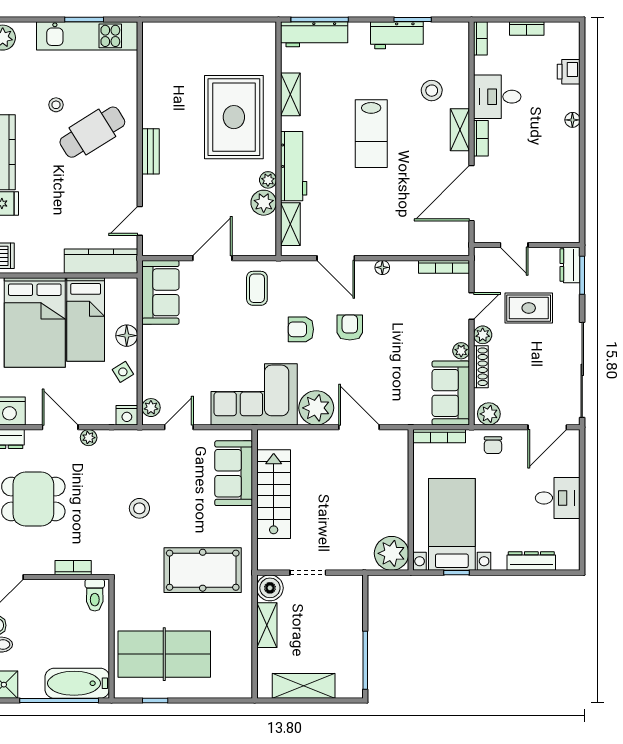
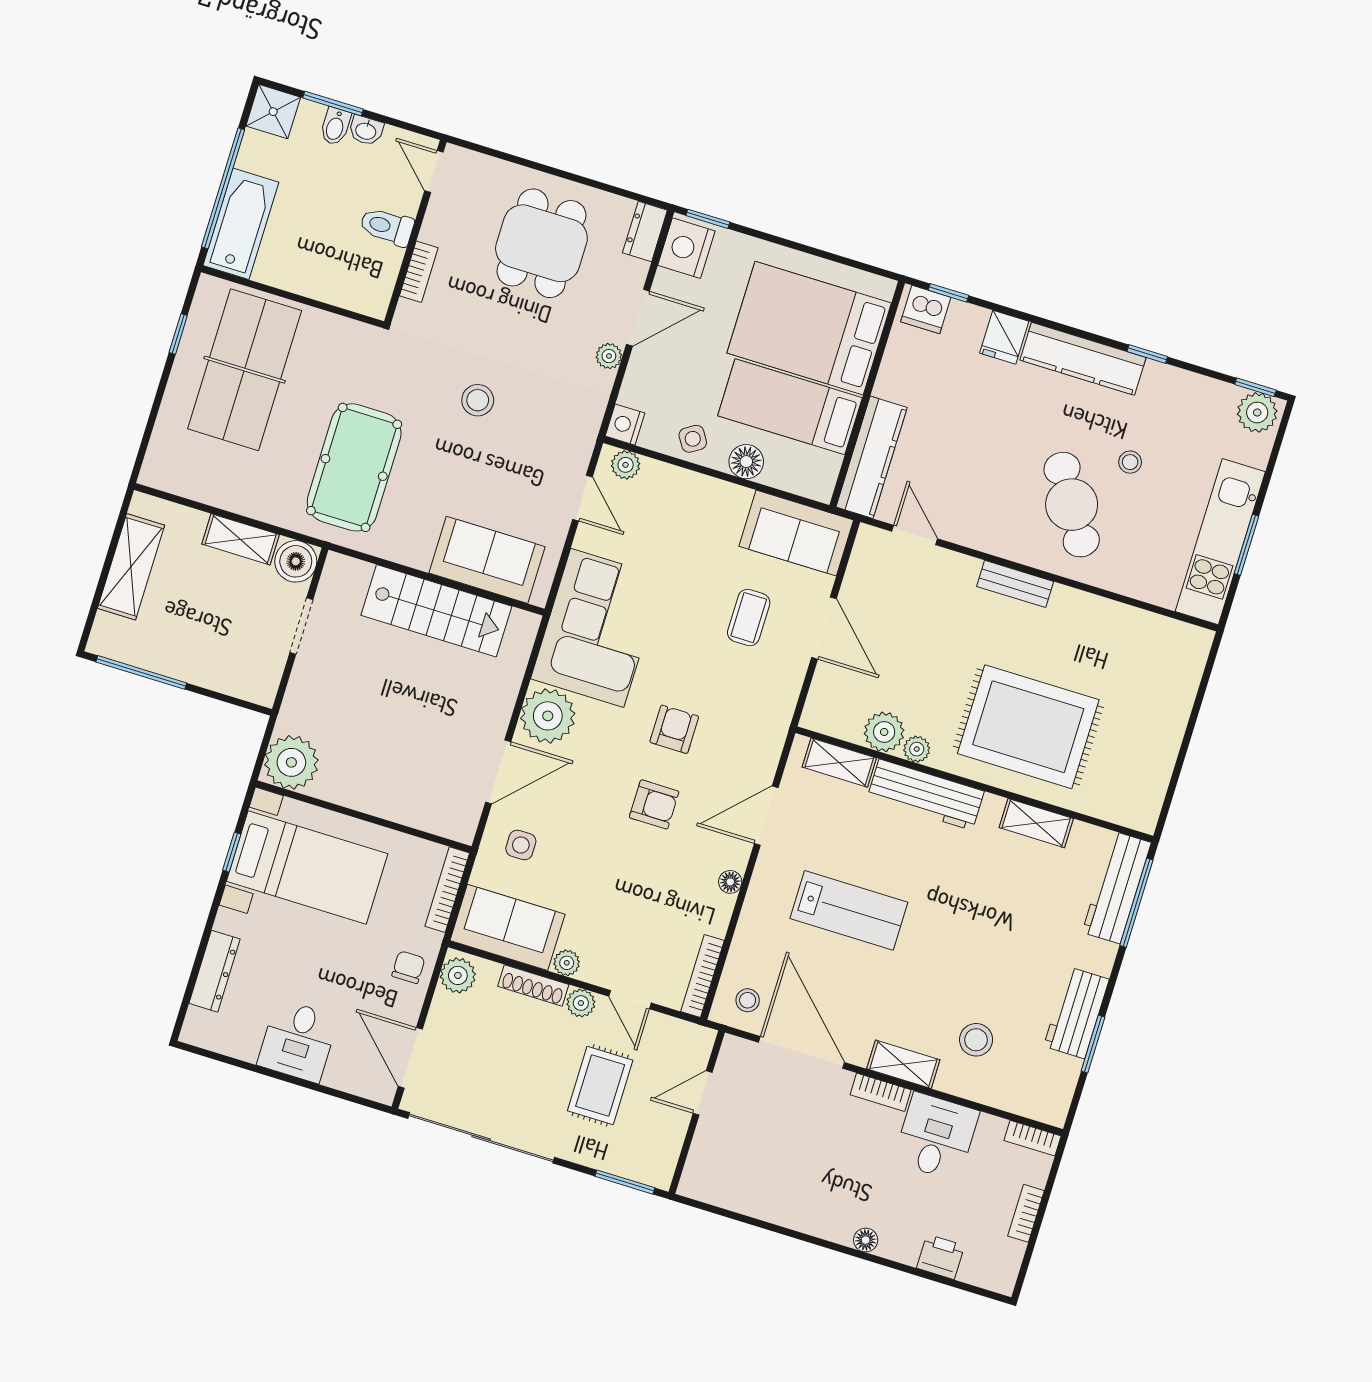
lab bench: (371, 134) -> (849, 910), moved, turned 180
stool: (450, 235) -> (748, 1000), added
dresser: (570, 265) -> (646, 1168), removed
coffee table: (257, 288) -> (749, 618), moved, turned 90
side table: (399, 400) -> (521, 845), added
chair: (493, 445) -> (408, 967), turned 90
toilet: (95, 595) -> (387, 227), moved

